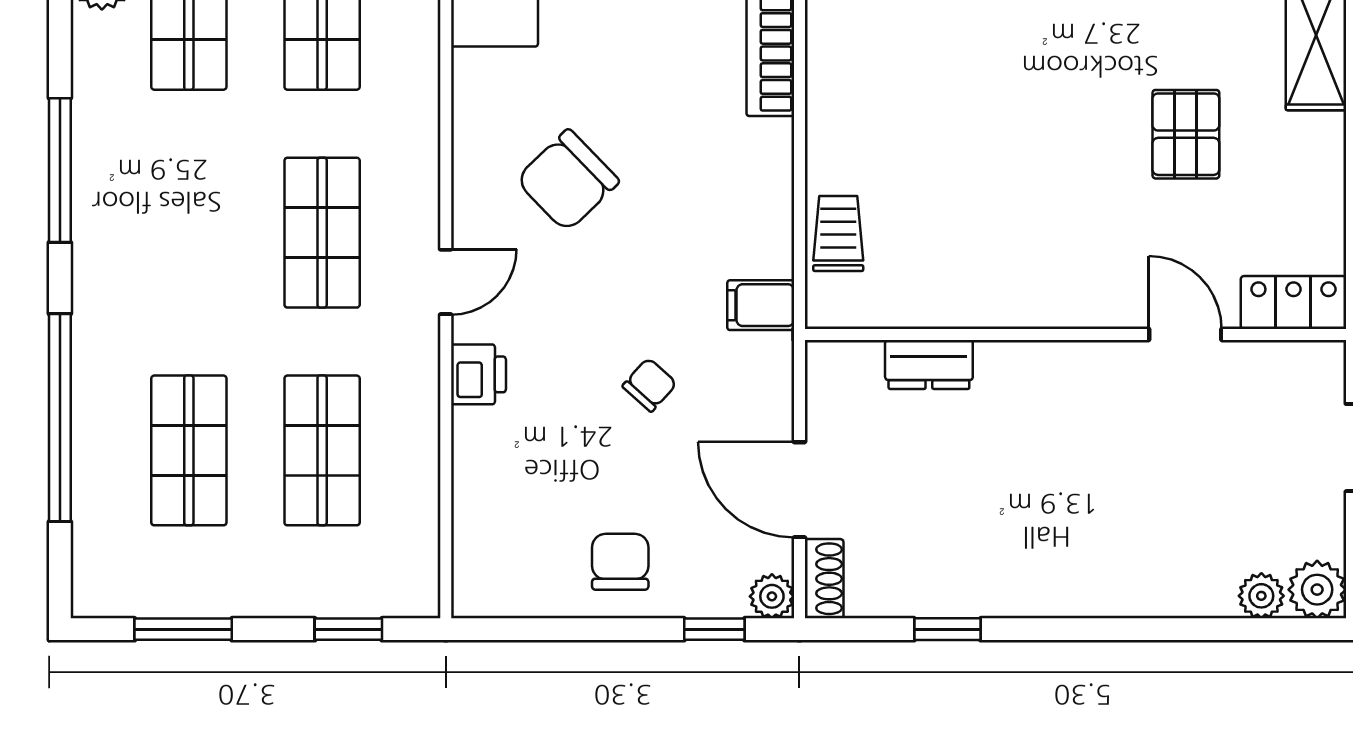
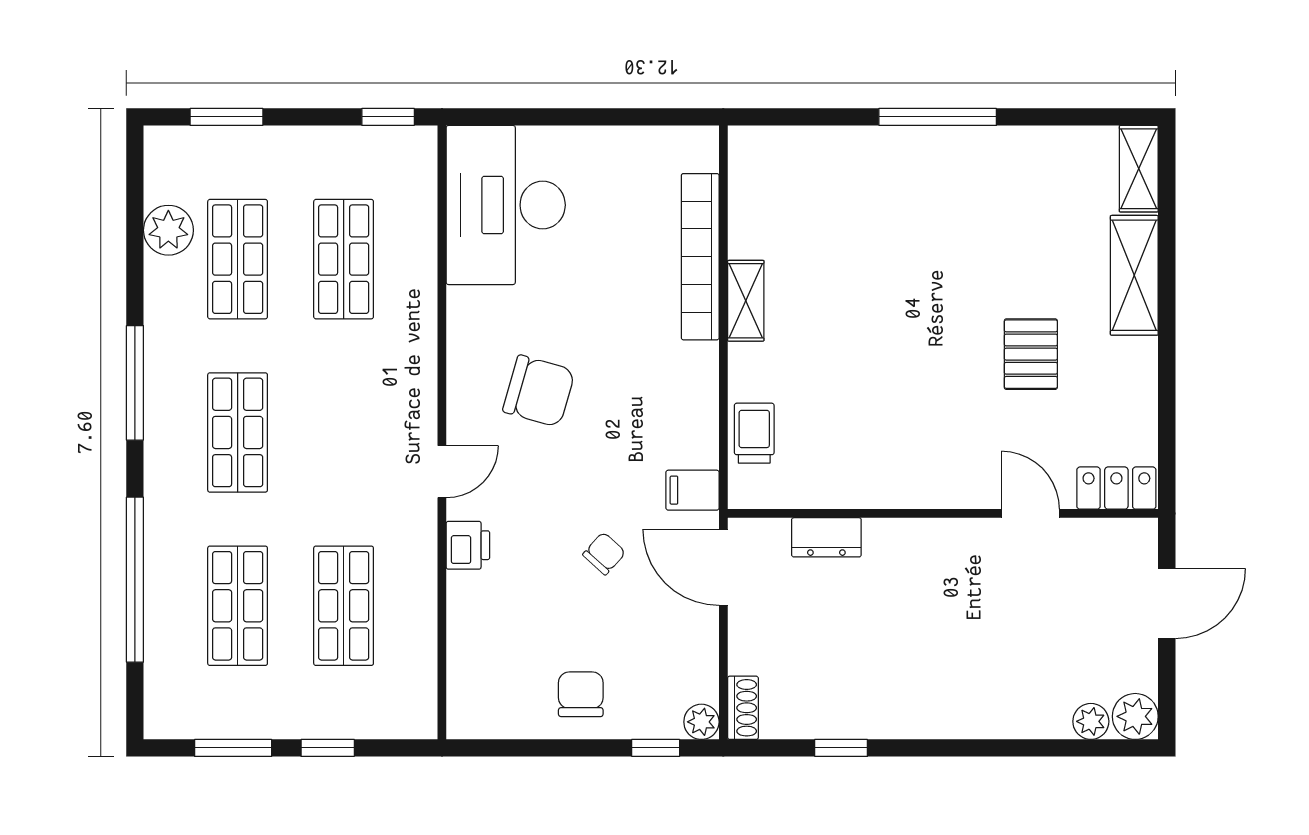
shelving: (828, 67) -> (746, 301), added
chair: (567, 181) -> (539, 391), turned -120
shop shelf: (322, 233) -> (238, 432), moved
door: (799, 490) -> (723, 567), moved
window: (348, 629) -> (328, 748), moved

